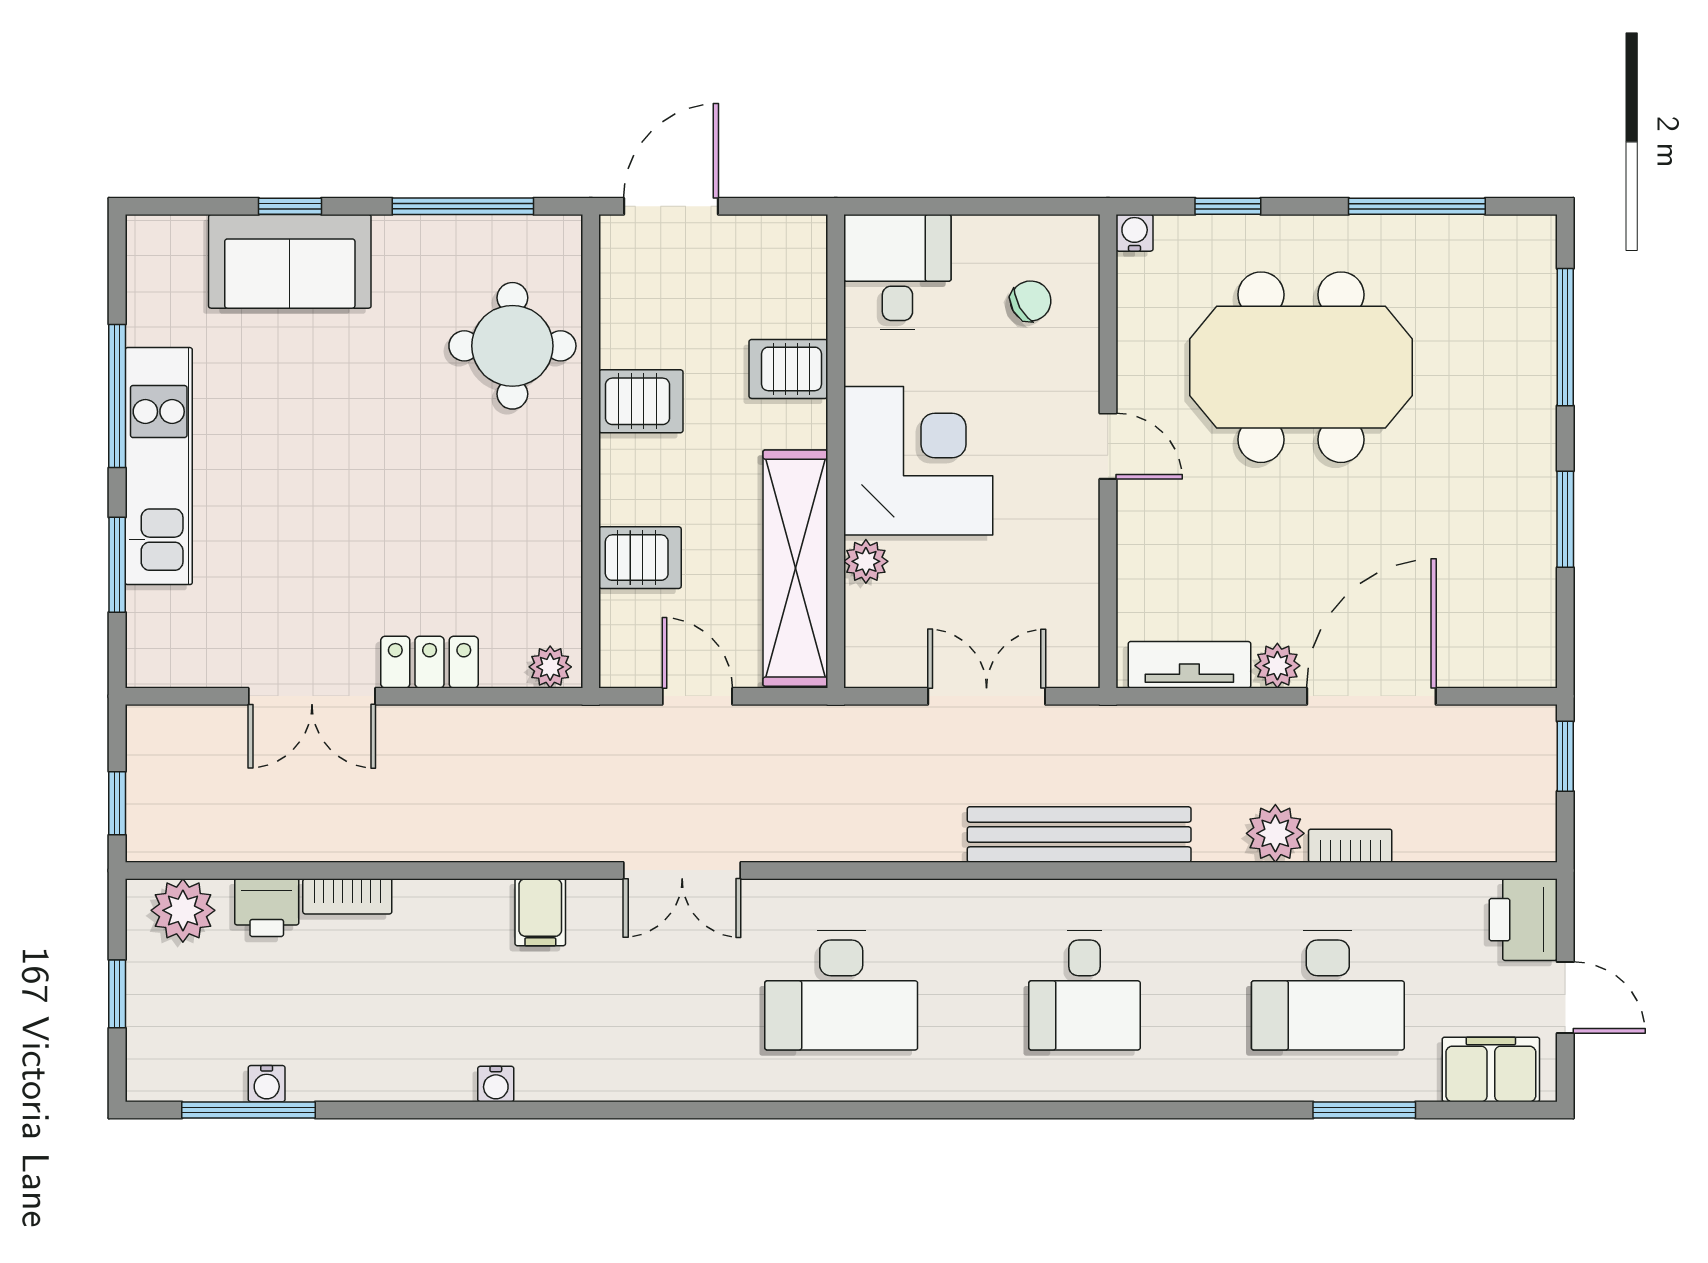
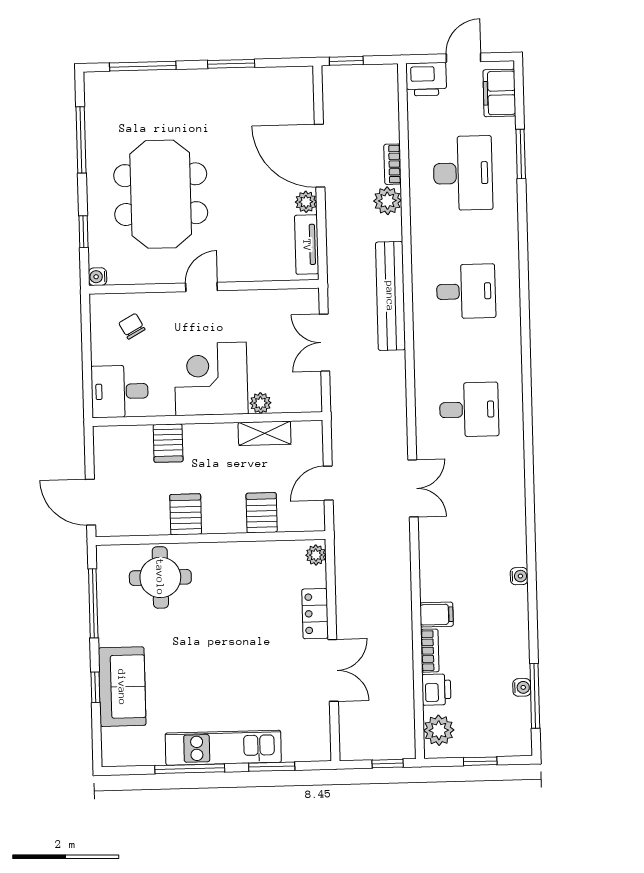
shelving: (795, 568) -> (265, 433), width x0.45, depth x0.75
filing cabinet: (540, 912) -> (437, 615), moved
desk: (841, 990) -> (469, 410), width x0.73

